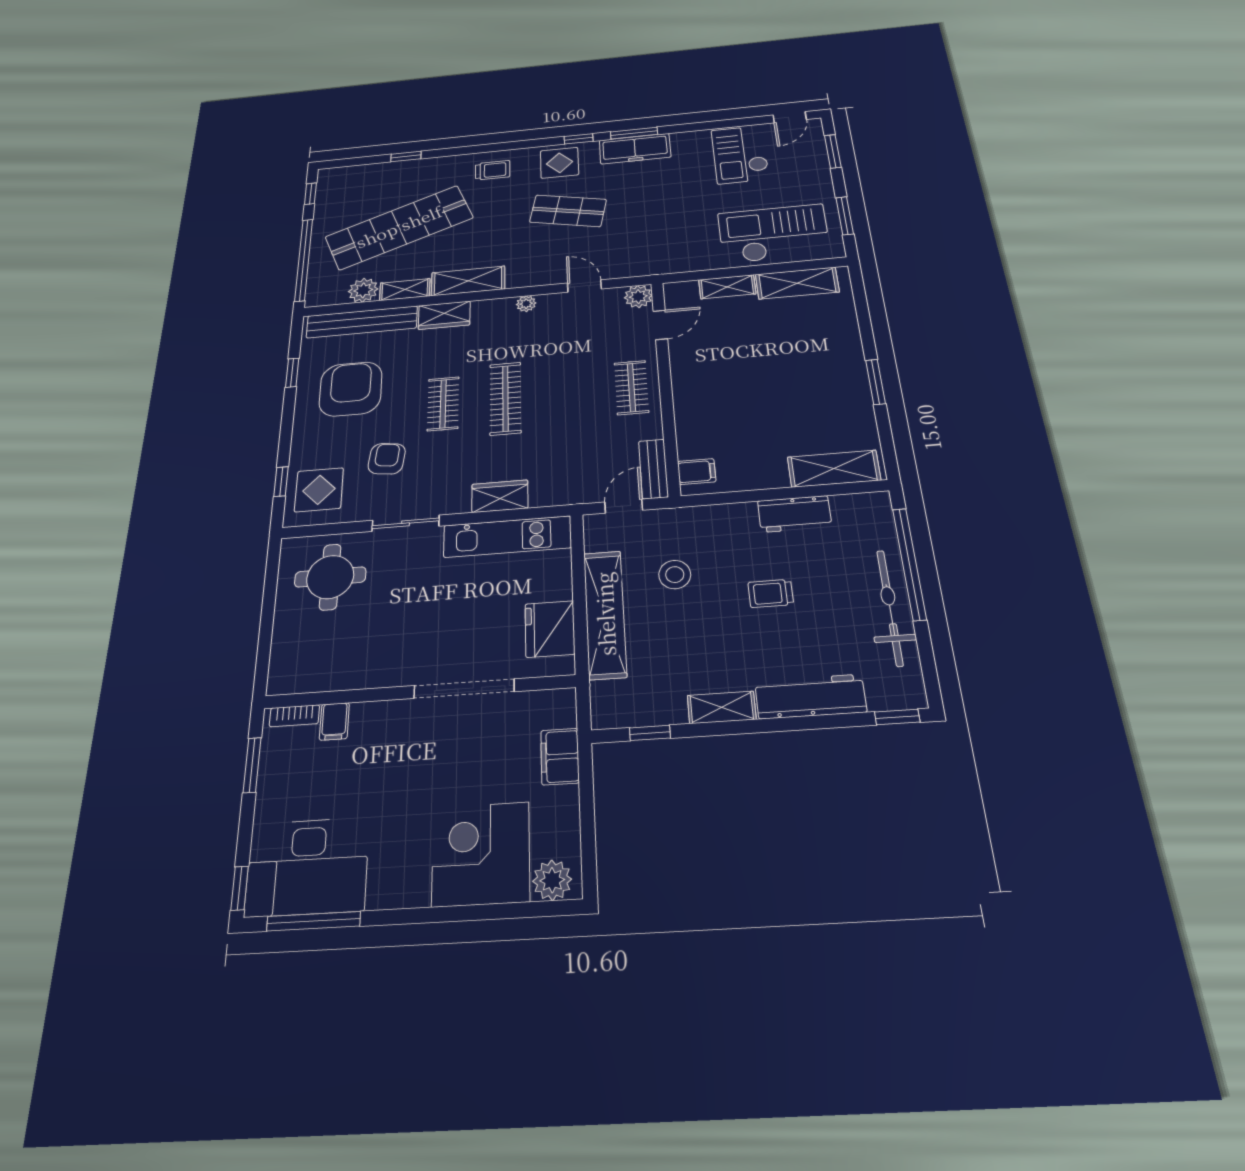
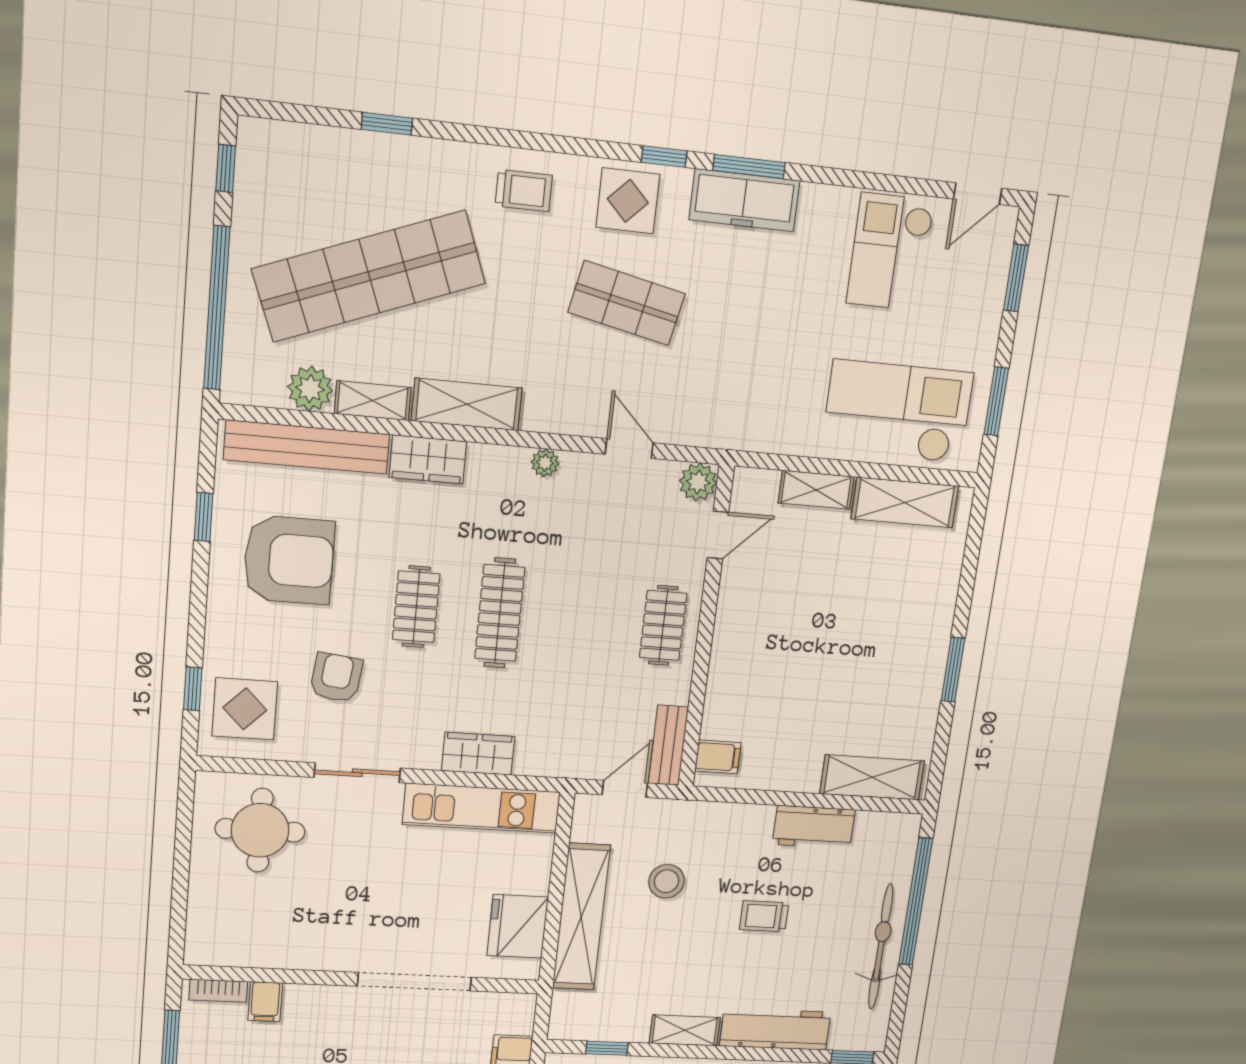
armchair: (351, 389) -> (289, 560), turned 90

